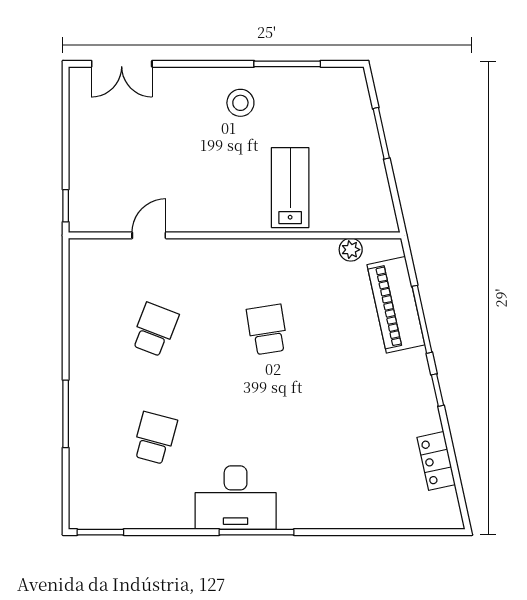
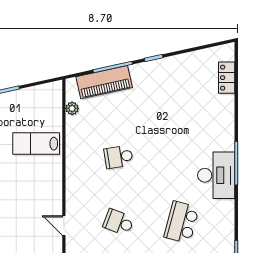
school desk: (155, 438) -> (181, 222), width x1.85
locker: (436, 461) -> (227, 78), moved, turned 102

